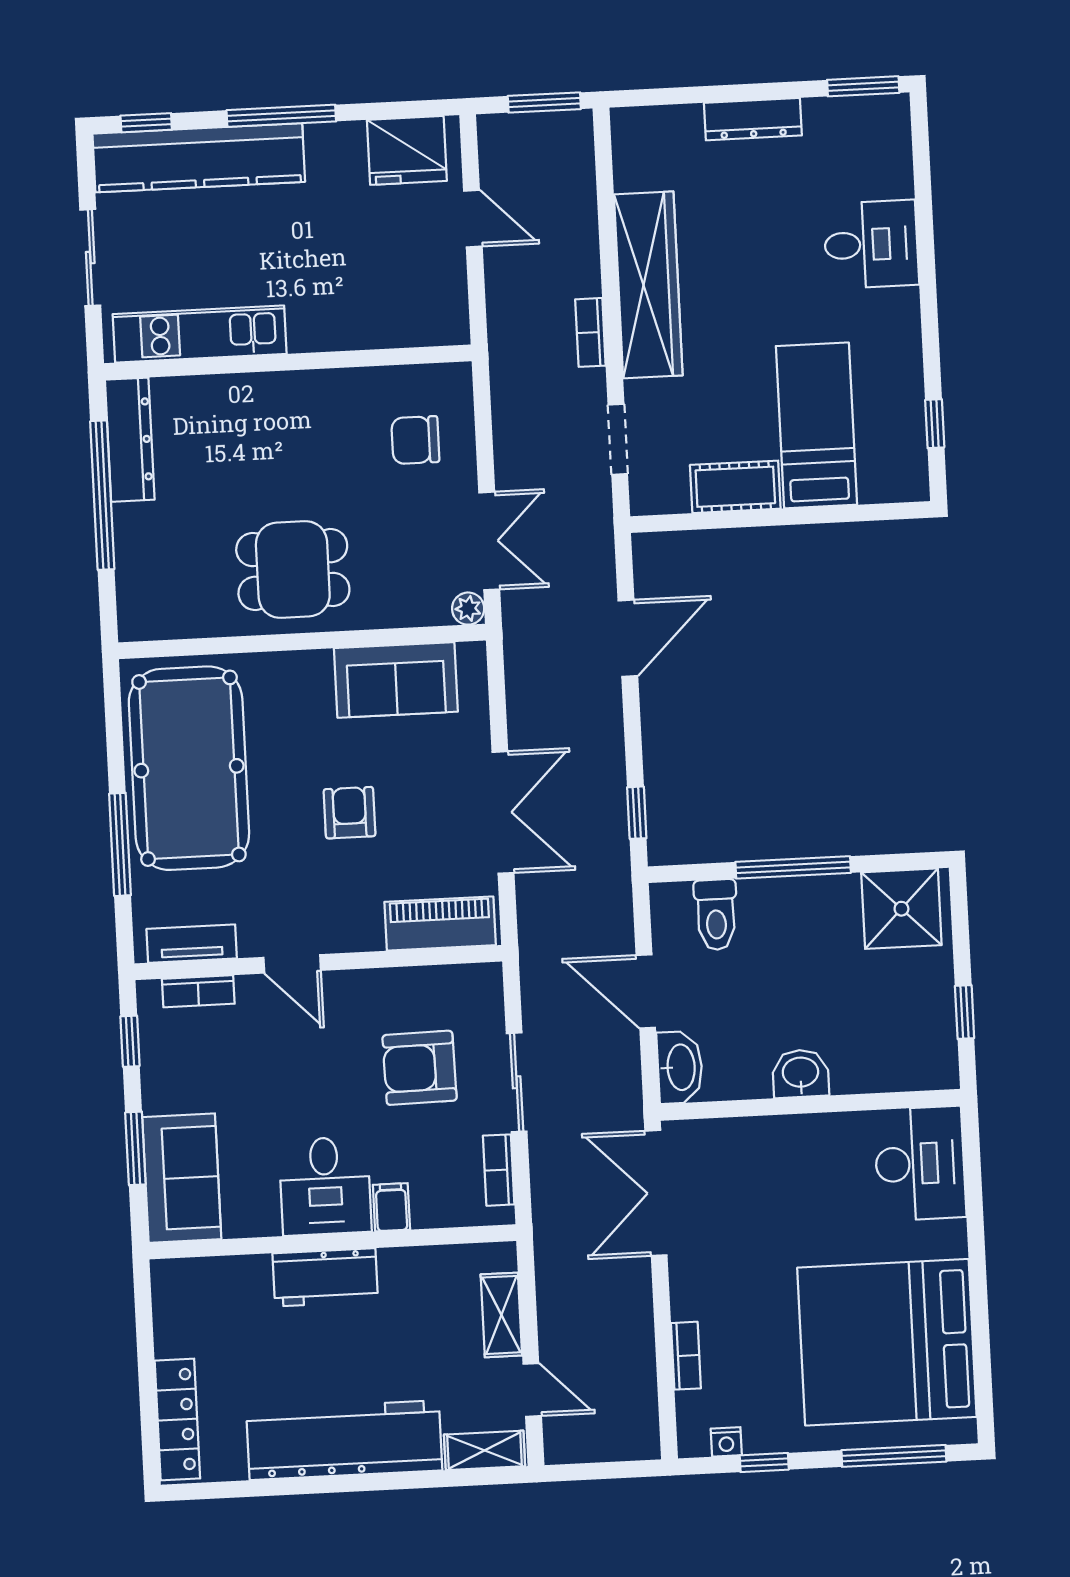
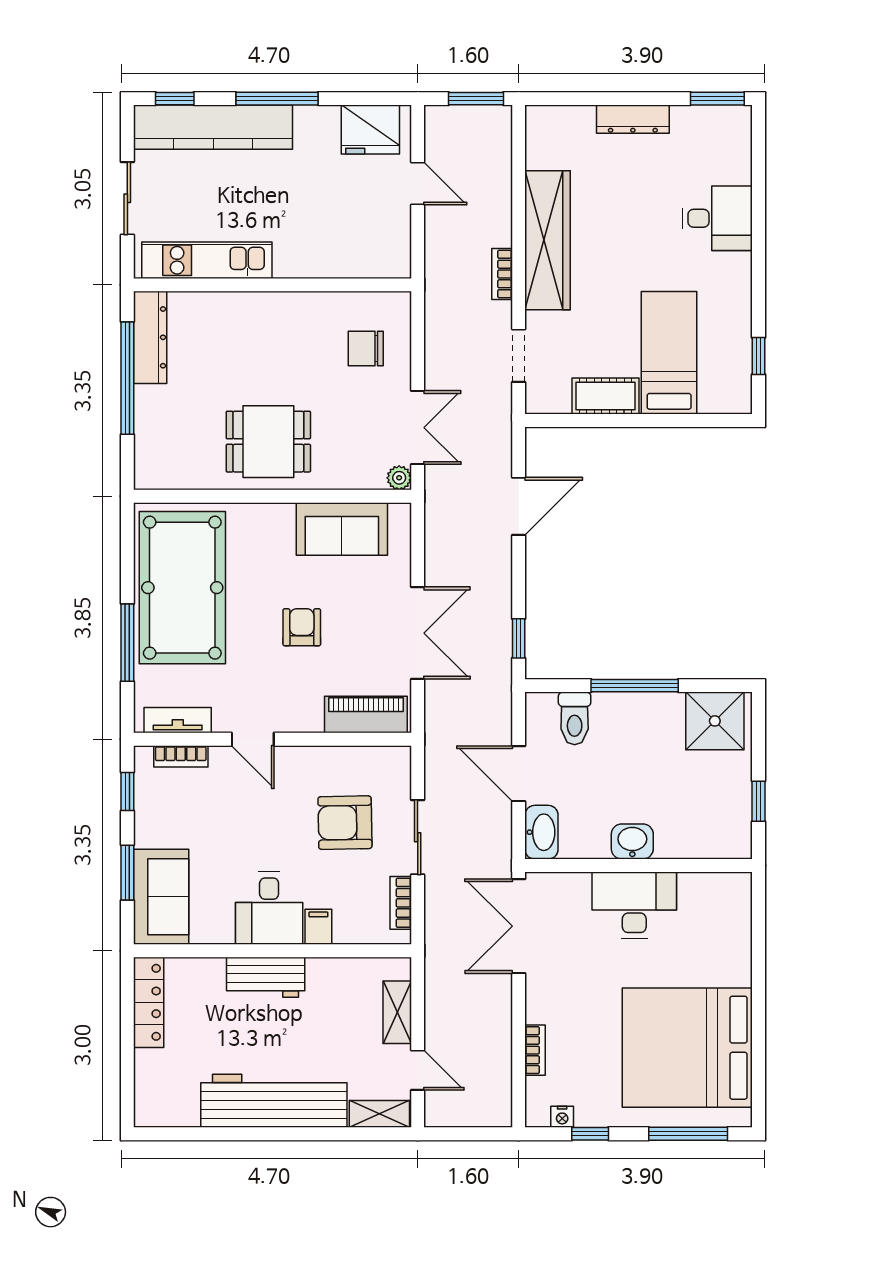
desk: (920, 1163) -> (634, 905), moved, turned -90
locker: (177, 1420) -> (149, 1002), moved

